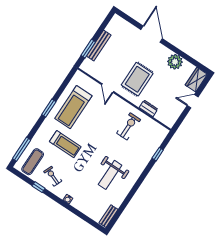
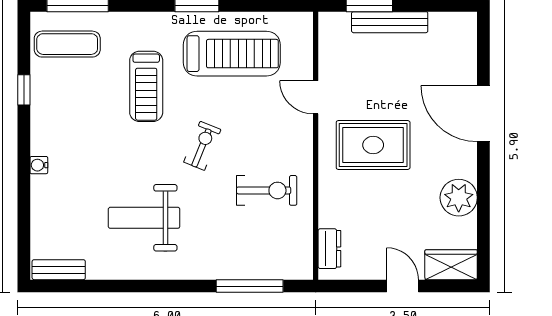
door: (152, 34) -> (483, 114), swing flipped
door: (108, 88) -> (316, 97), hinge flipped
treadmill: (73, 107) -> (232, 54), turned 180
dresser: (148, 108) -> (329, 249), moved
window: (158, 154) -> (250, 286), width x2.17
exercise bike: (53, 176) -> (202, 146), moved

